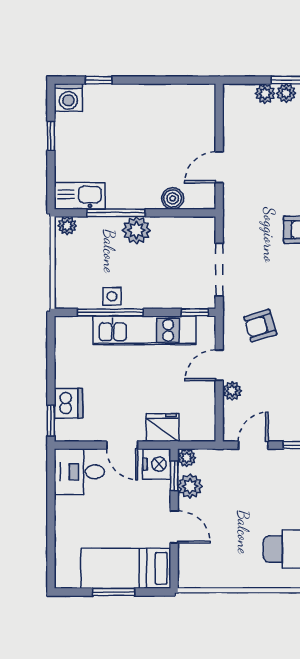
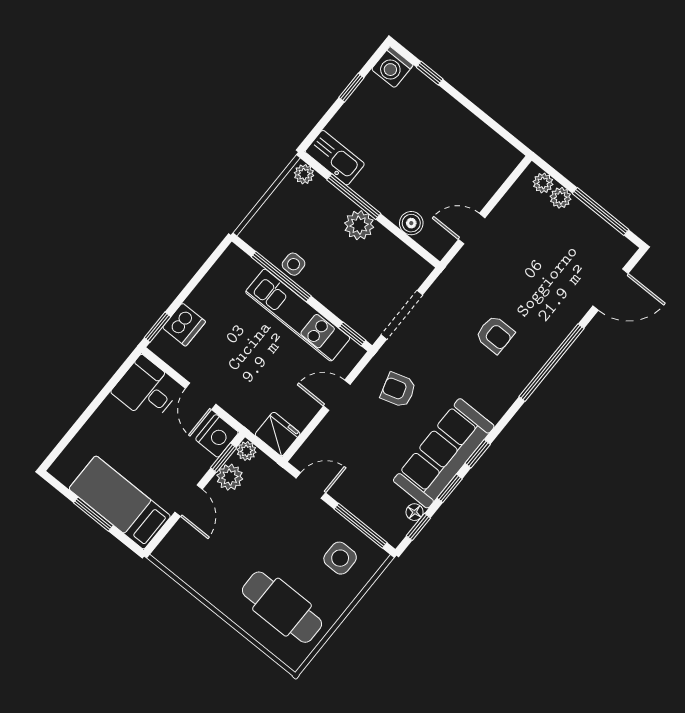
plant: (286, 93) -> (543, 183), moved
plant: (232, 391) -> (330, 426), removed
fridge: (163, 427) -> (278, 434), moved

